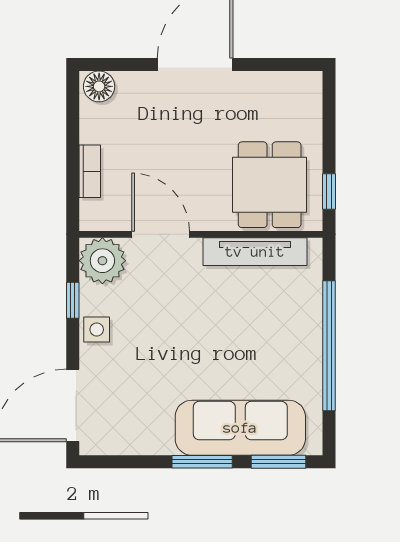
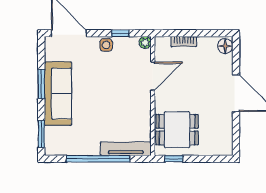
tv unit: (255, 252) -> (126, 149), moved, turned 90
plant: (102, 261) -> (145, 42), width x0.53, depth x0.53
sofa: (240, 428) -> (58, 94), moved
window: (202, 462) -> (41, 84), moved

